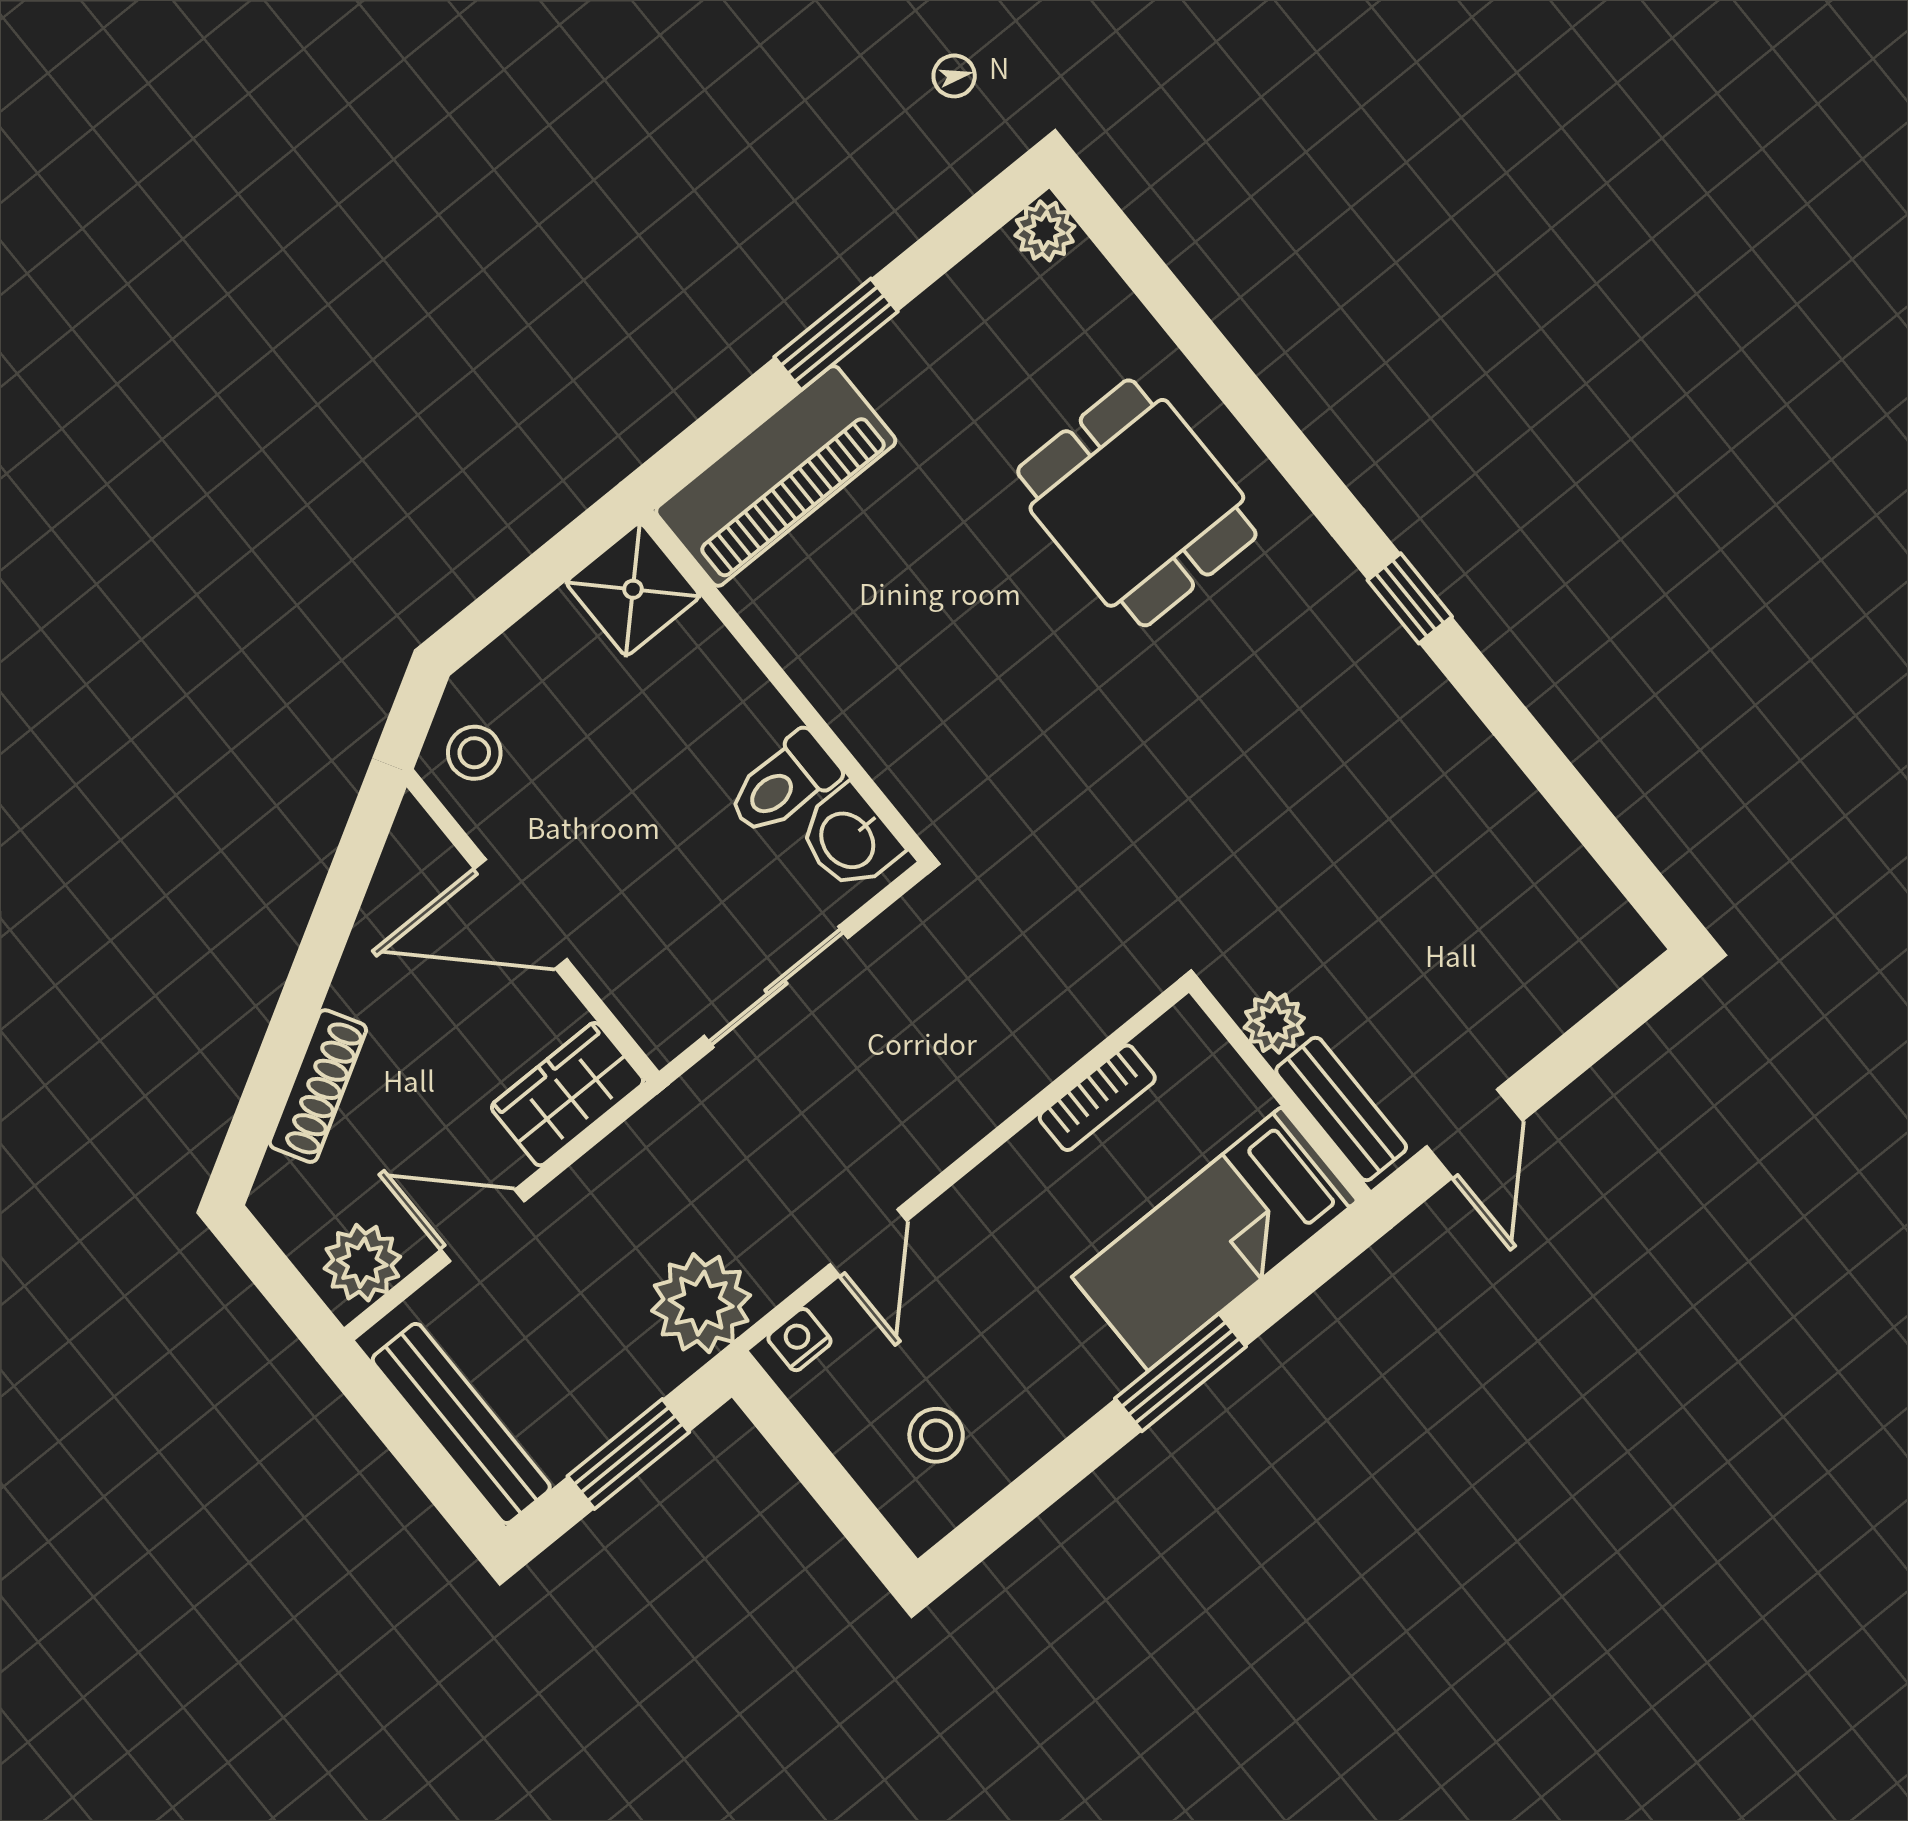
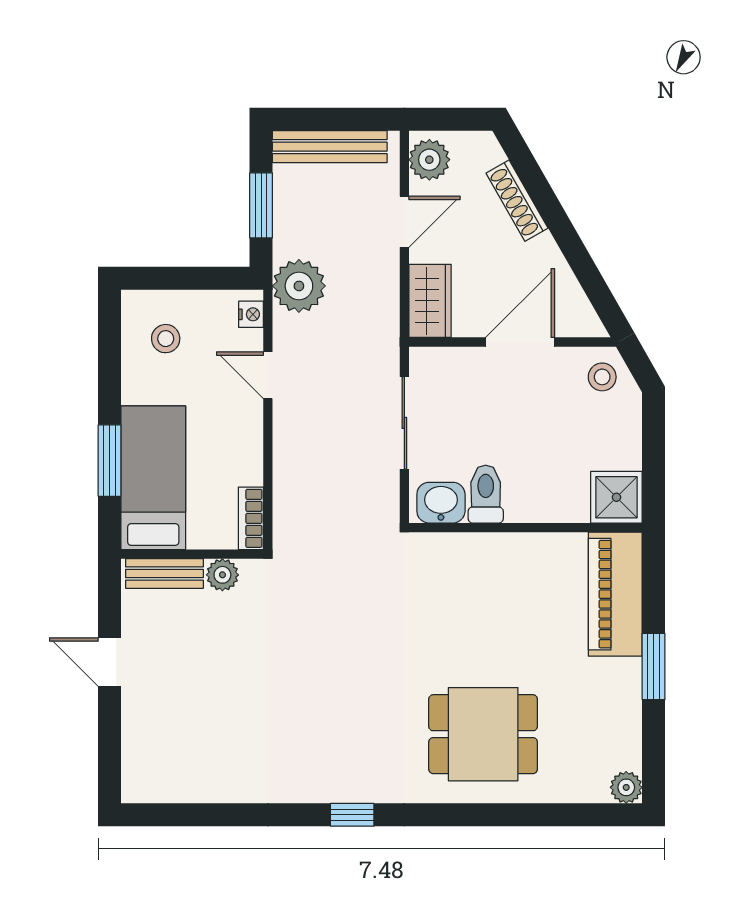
plant: (1274, 1023) -> (222, 575), moved
wall: (1280, 1092) -> (192, 554), moved
bench: (1341, 1109) -> (164, 574), moved
bed: (1215, 1239) -> (153, 478), moved

